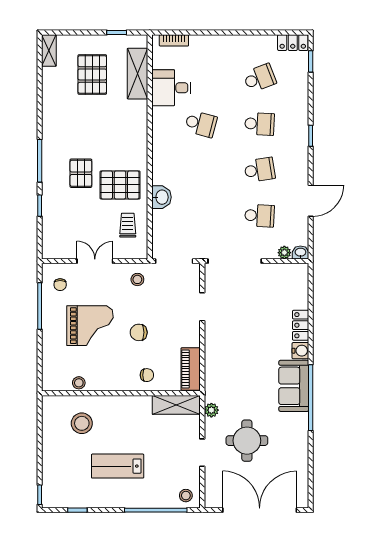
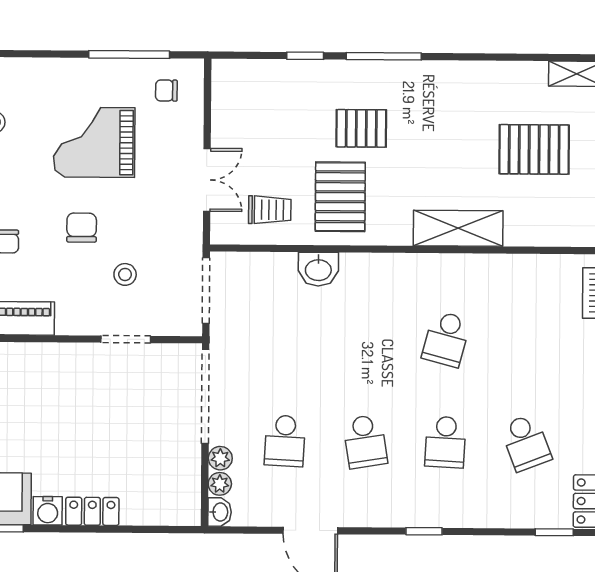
shelving: (138, 74) -> (458, 228), moved
desk: (171, 88) -> (510, 288), removed
plant: (270, 252) -> (220, 458), added
double door: (95, 261) -> (207, 180), moved
stool: (137, 279) -> (125, 274), moved
grand piano: (90, 326) -> (94, 142), turned 90

